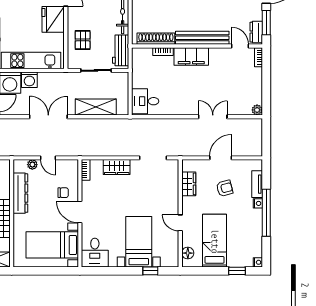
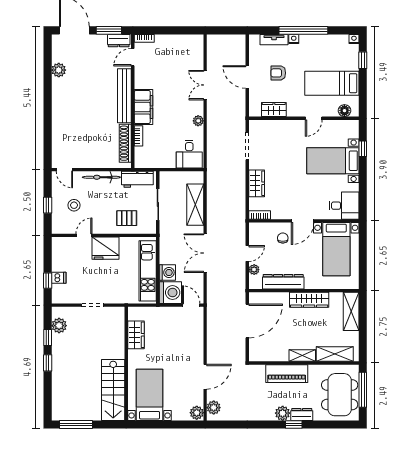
plant: (257, 110) -> (198, 121), moved
armchair: (225, 188) -> (278, 73), turned -75

